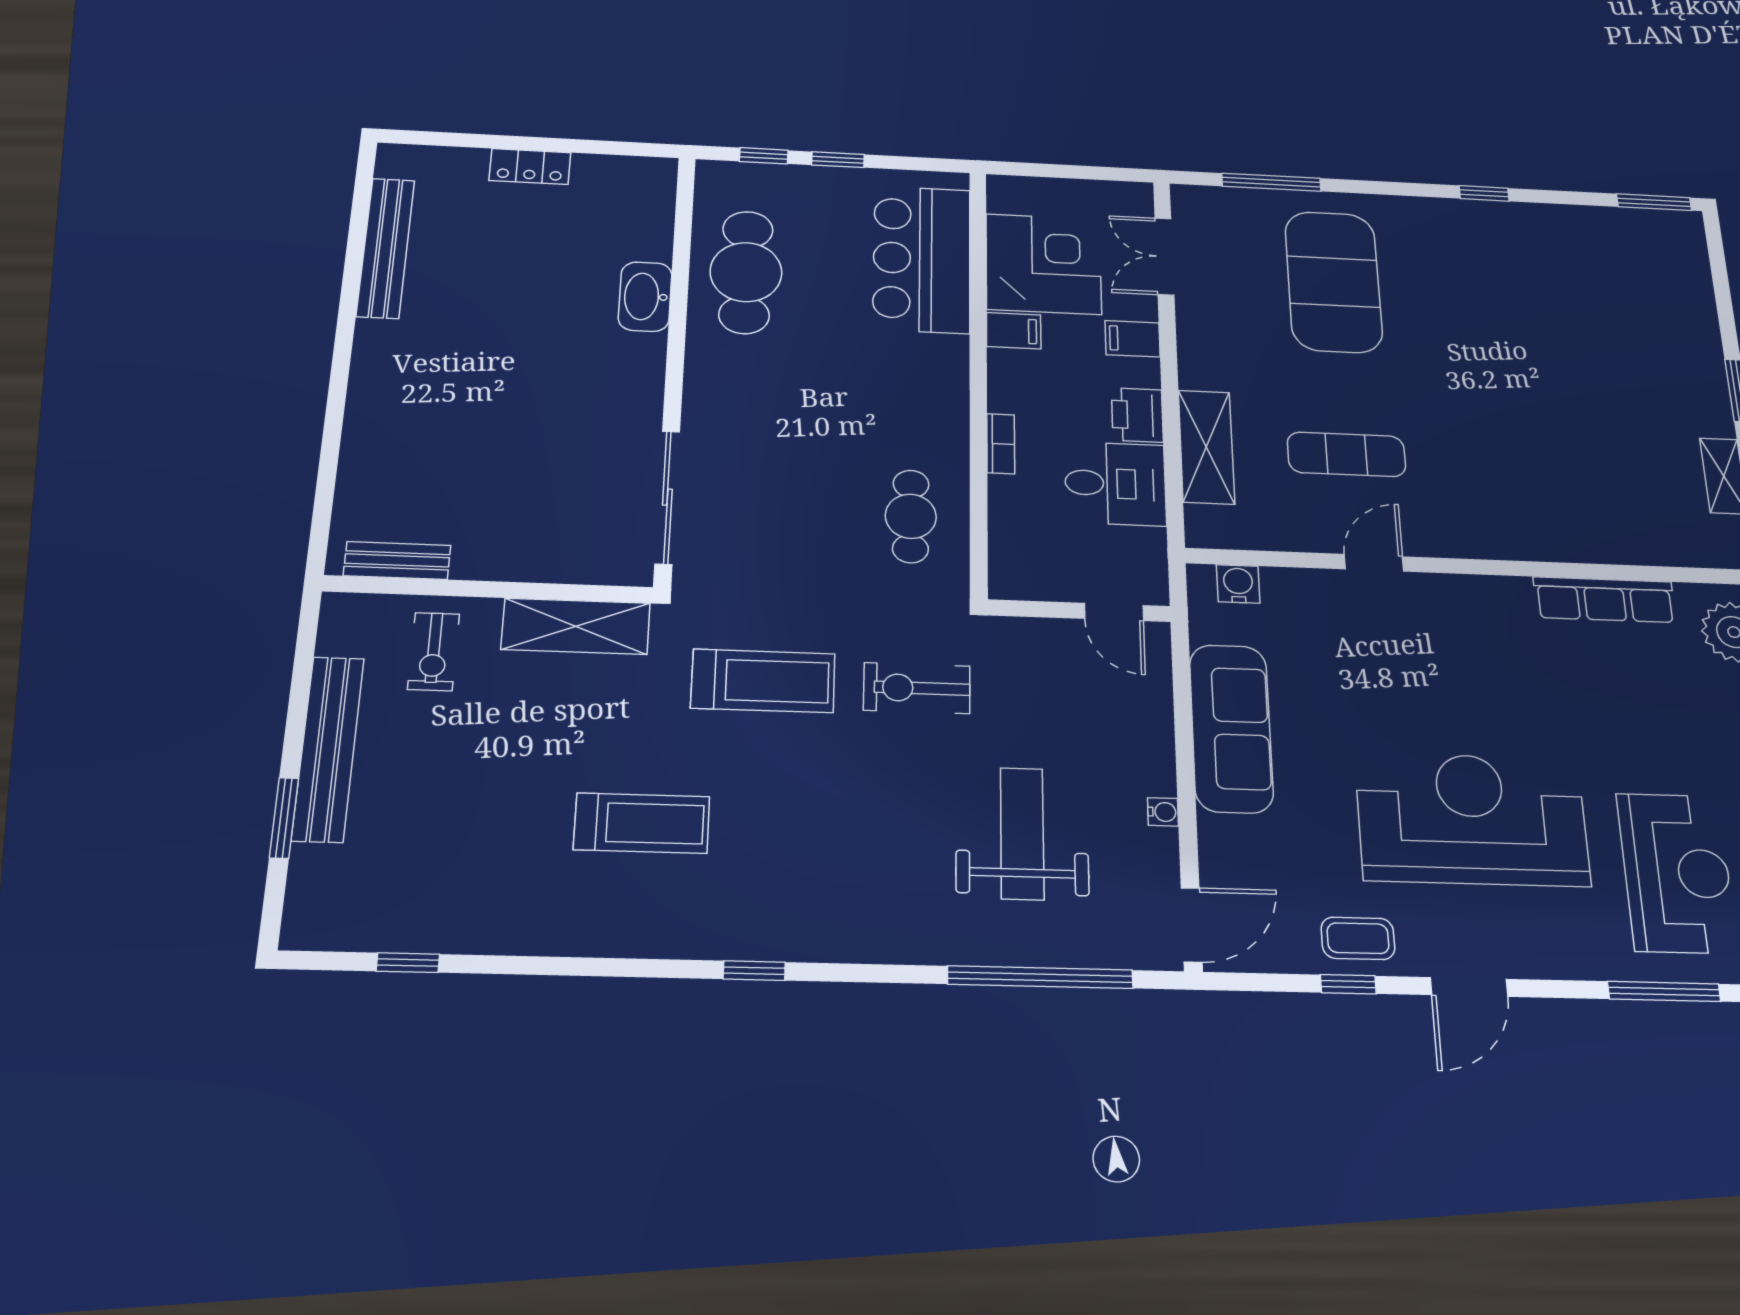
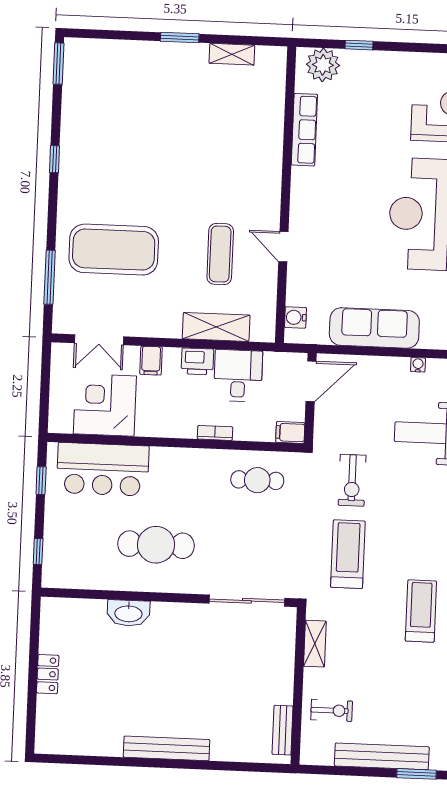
window: (838, 160) -> (41, 481), moved
bench: (386, 248) -> (166, 748), moved
cafe table: (746, 272) -> (156, 545), moved
filing cabinet: (1014, 331) -> (290, 432), moved, turned -90
door: (1114, 612) -> (311, 381), width x1.38
shelving: (576, 626) -> (315, 644), width x0.67, depth x0.75

